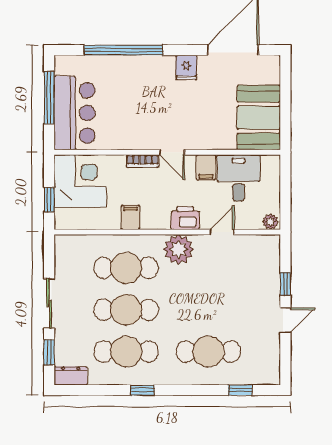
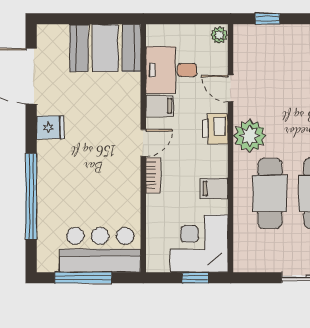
corner desk: (80, 181) -> (199, 244), moved
window: (285, 284) -> (268, 19), moved

